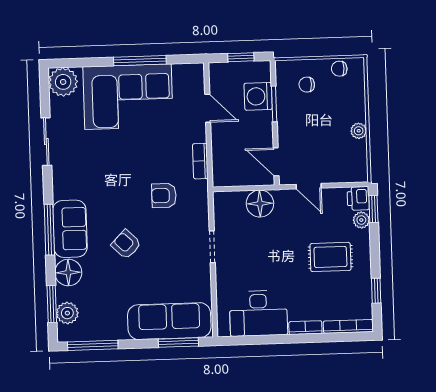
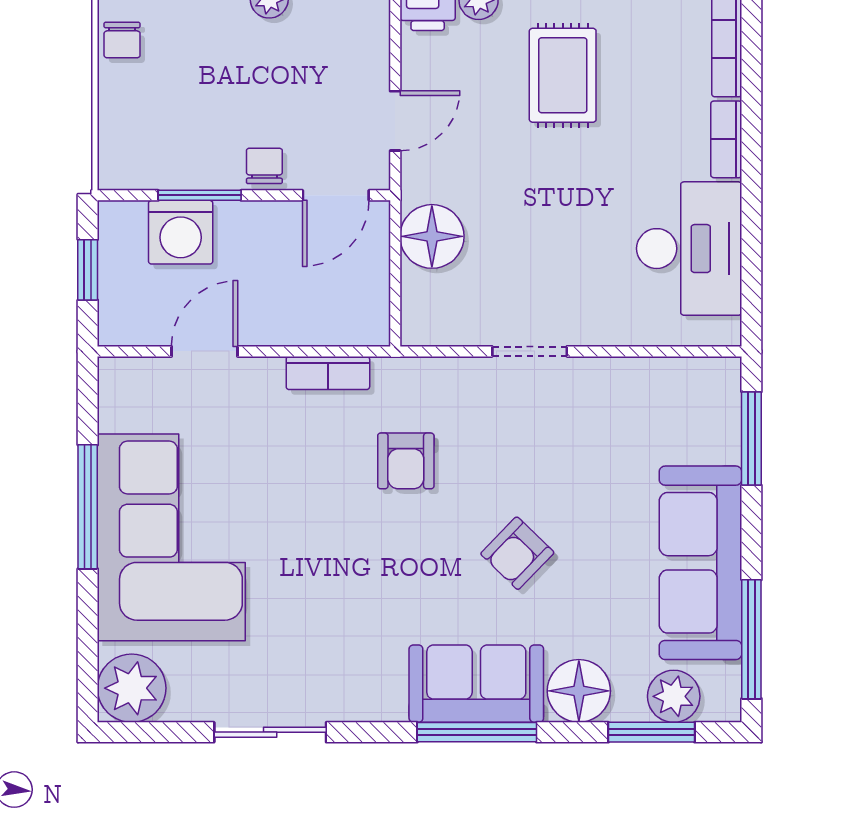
chair: (307, 85) -> (264, 166), moved, turned 180
sofa: (169, 321) -> (701, 563), moved

